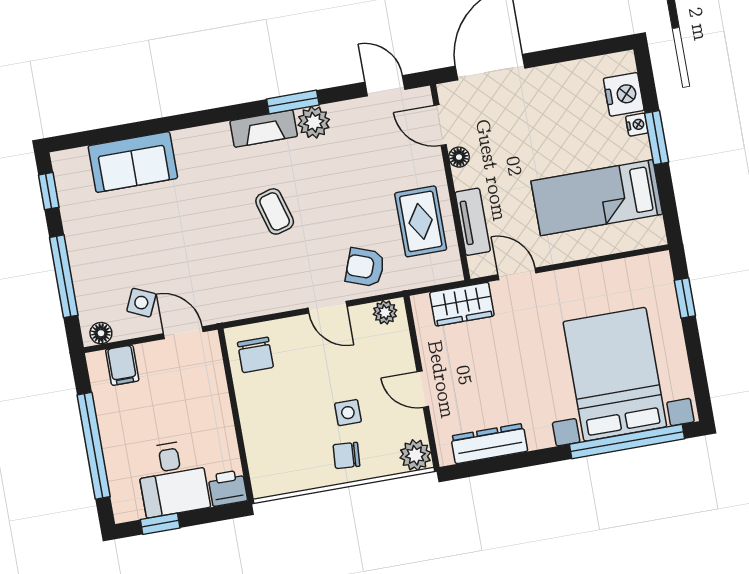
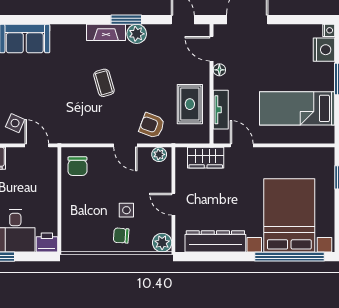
nightstand: (637, 125) -> (329, 30), moved
dresser: (489, 444) -> (215, 241), width x1.37, depth x1.24

